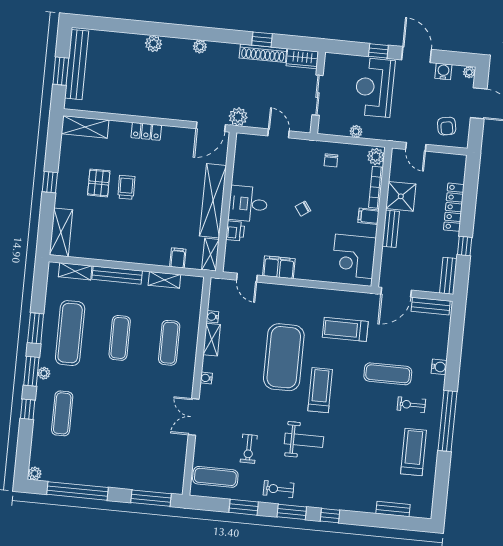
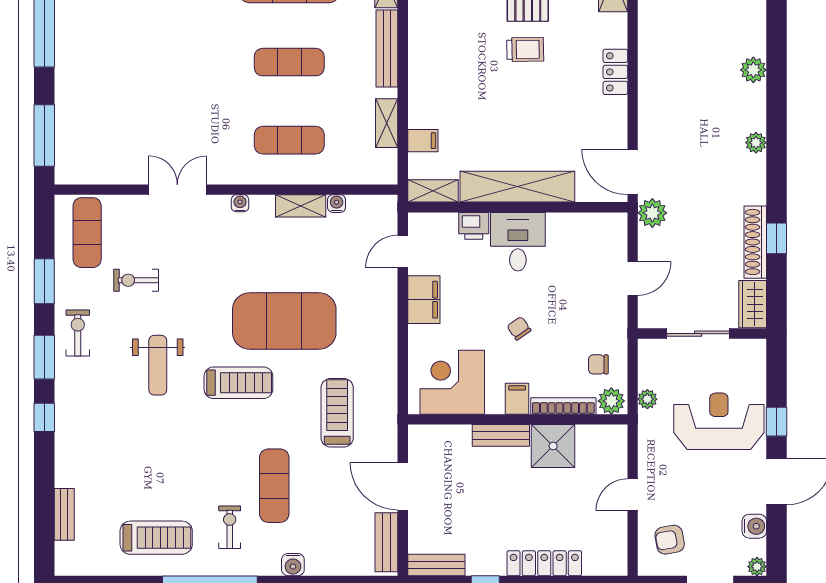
plant: (376, 157) -> (611, 401), moved
bookcase: (376, 187) -> (563, 406), moved
shower: (401, 196) -> (553, 446), moved
filing cabinet: (369, 216) -> (517, 399), moved
wall: (382, 217) -> (518, 419), moved
bench: (391, 229) -> (501, 435), moved
corner desk: (354, 256) -> (452, 382), moved

